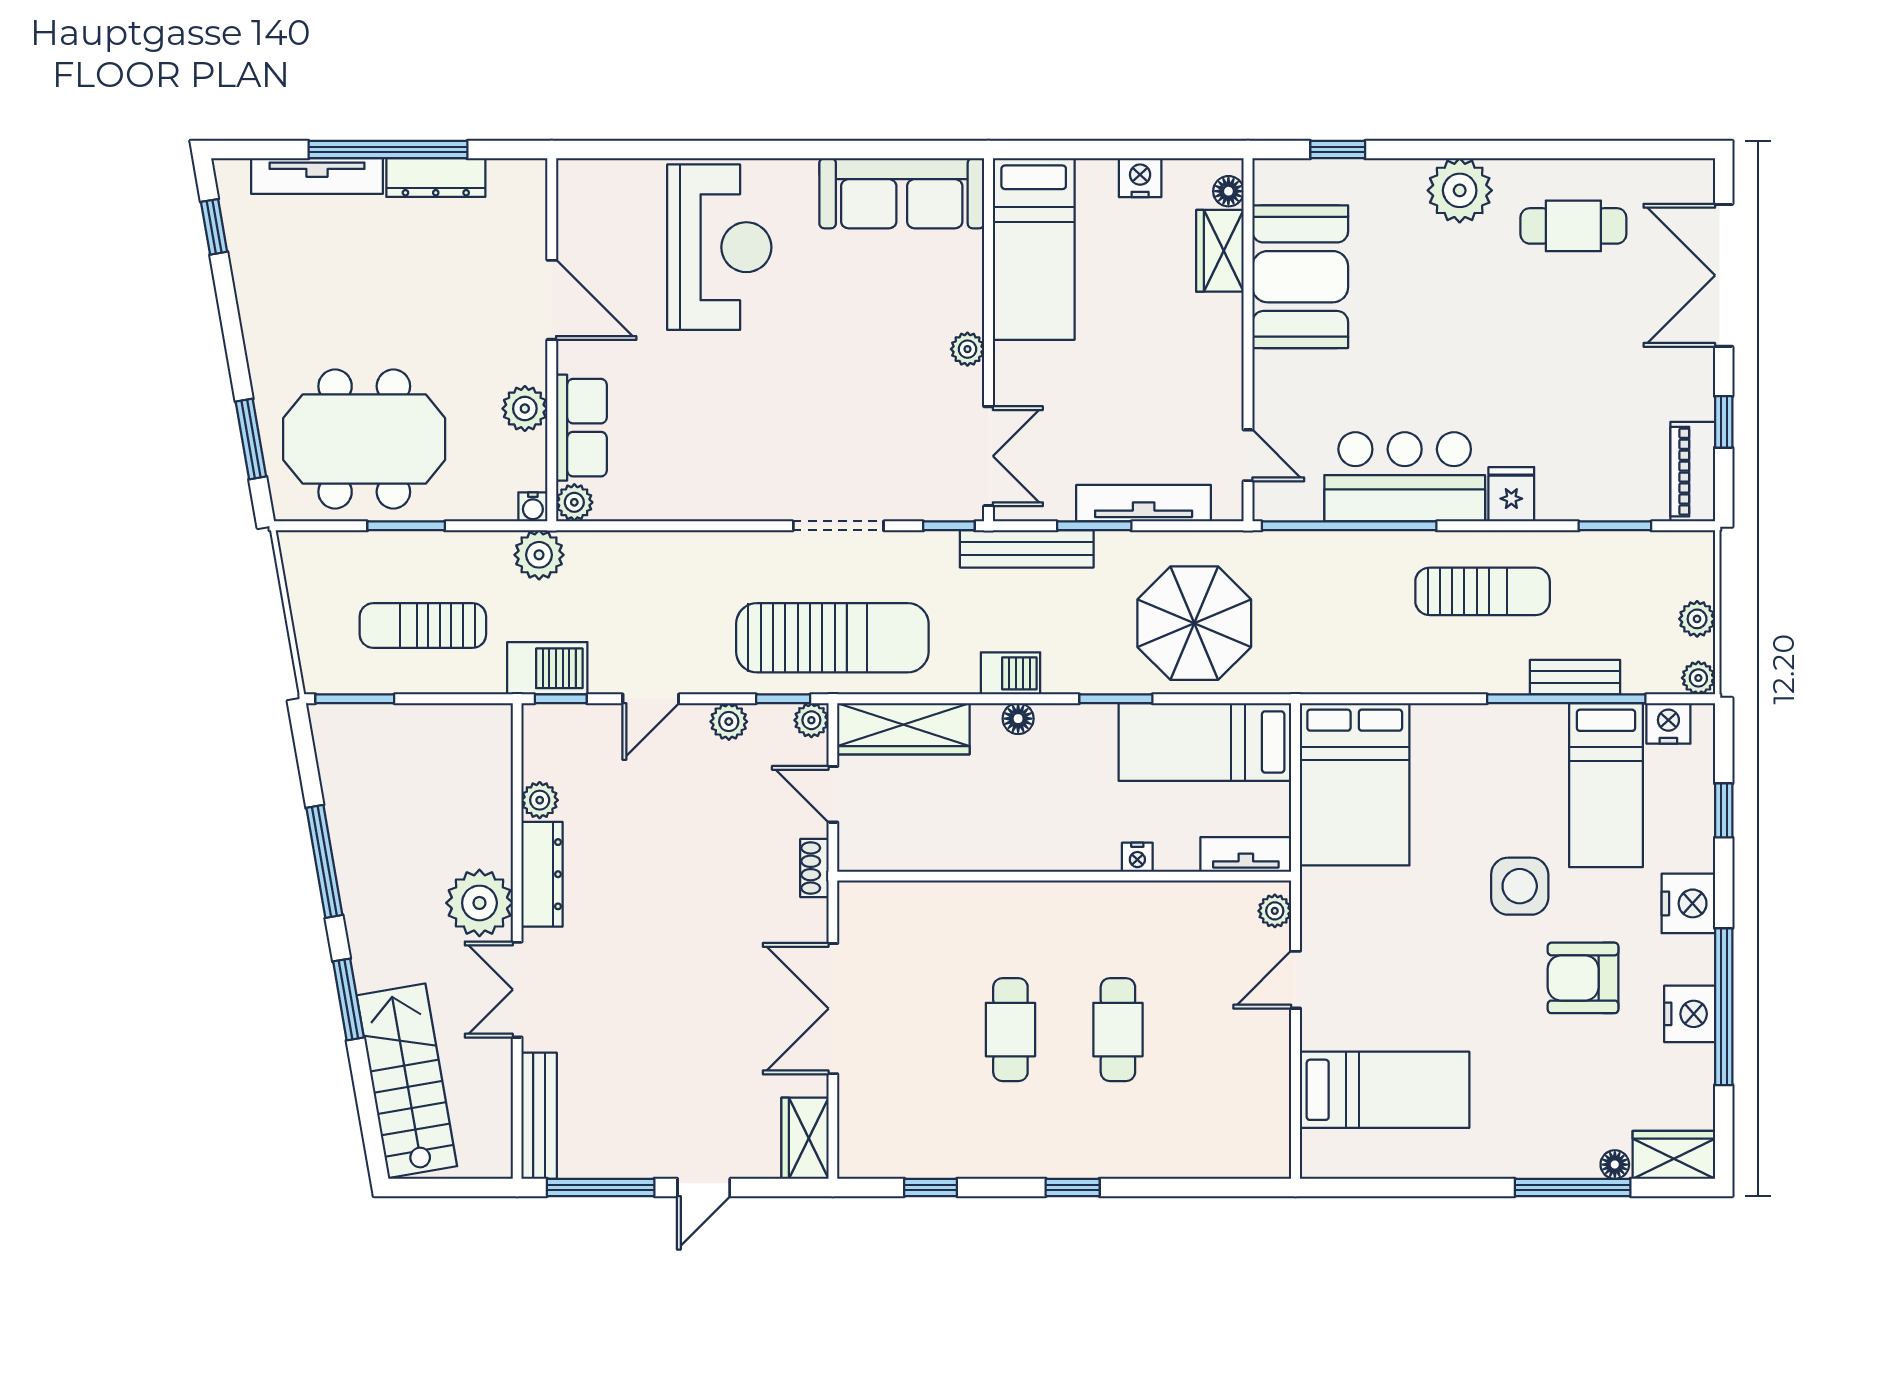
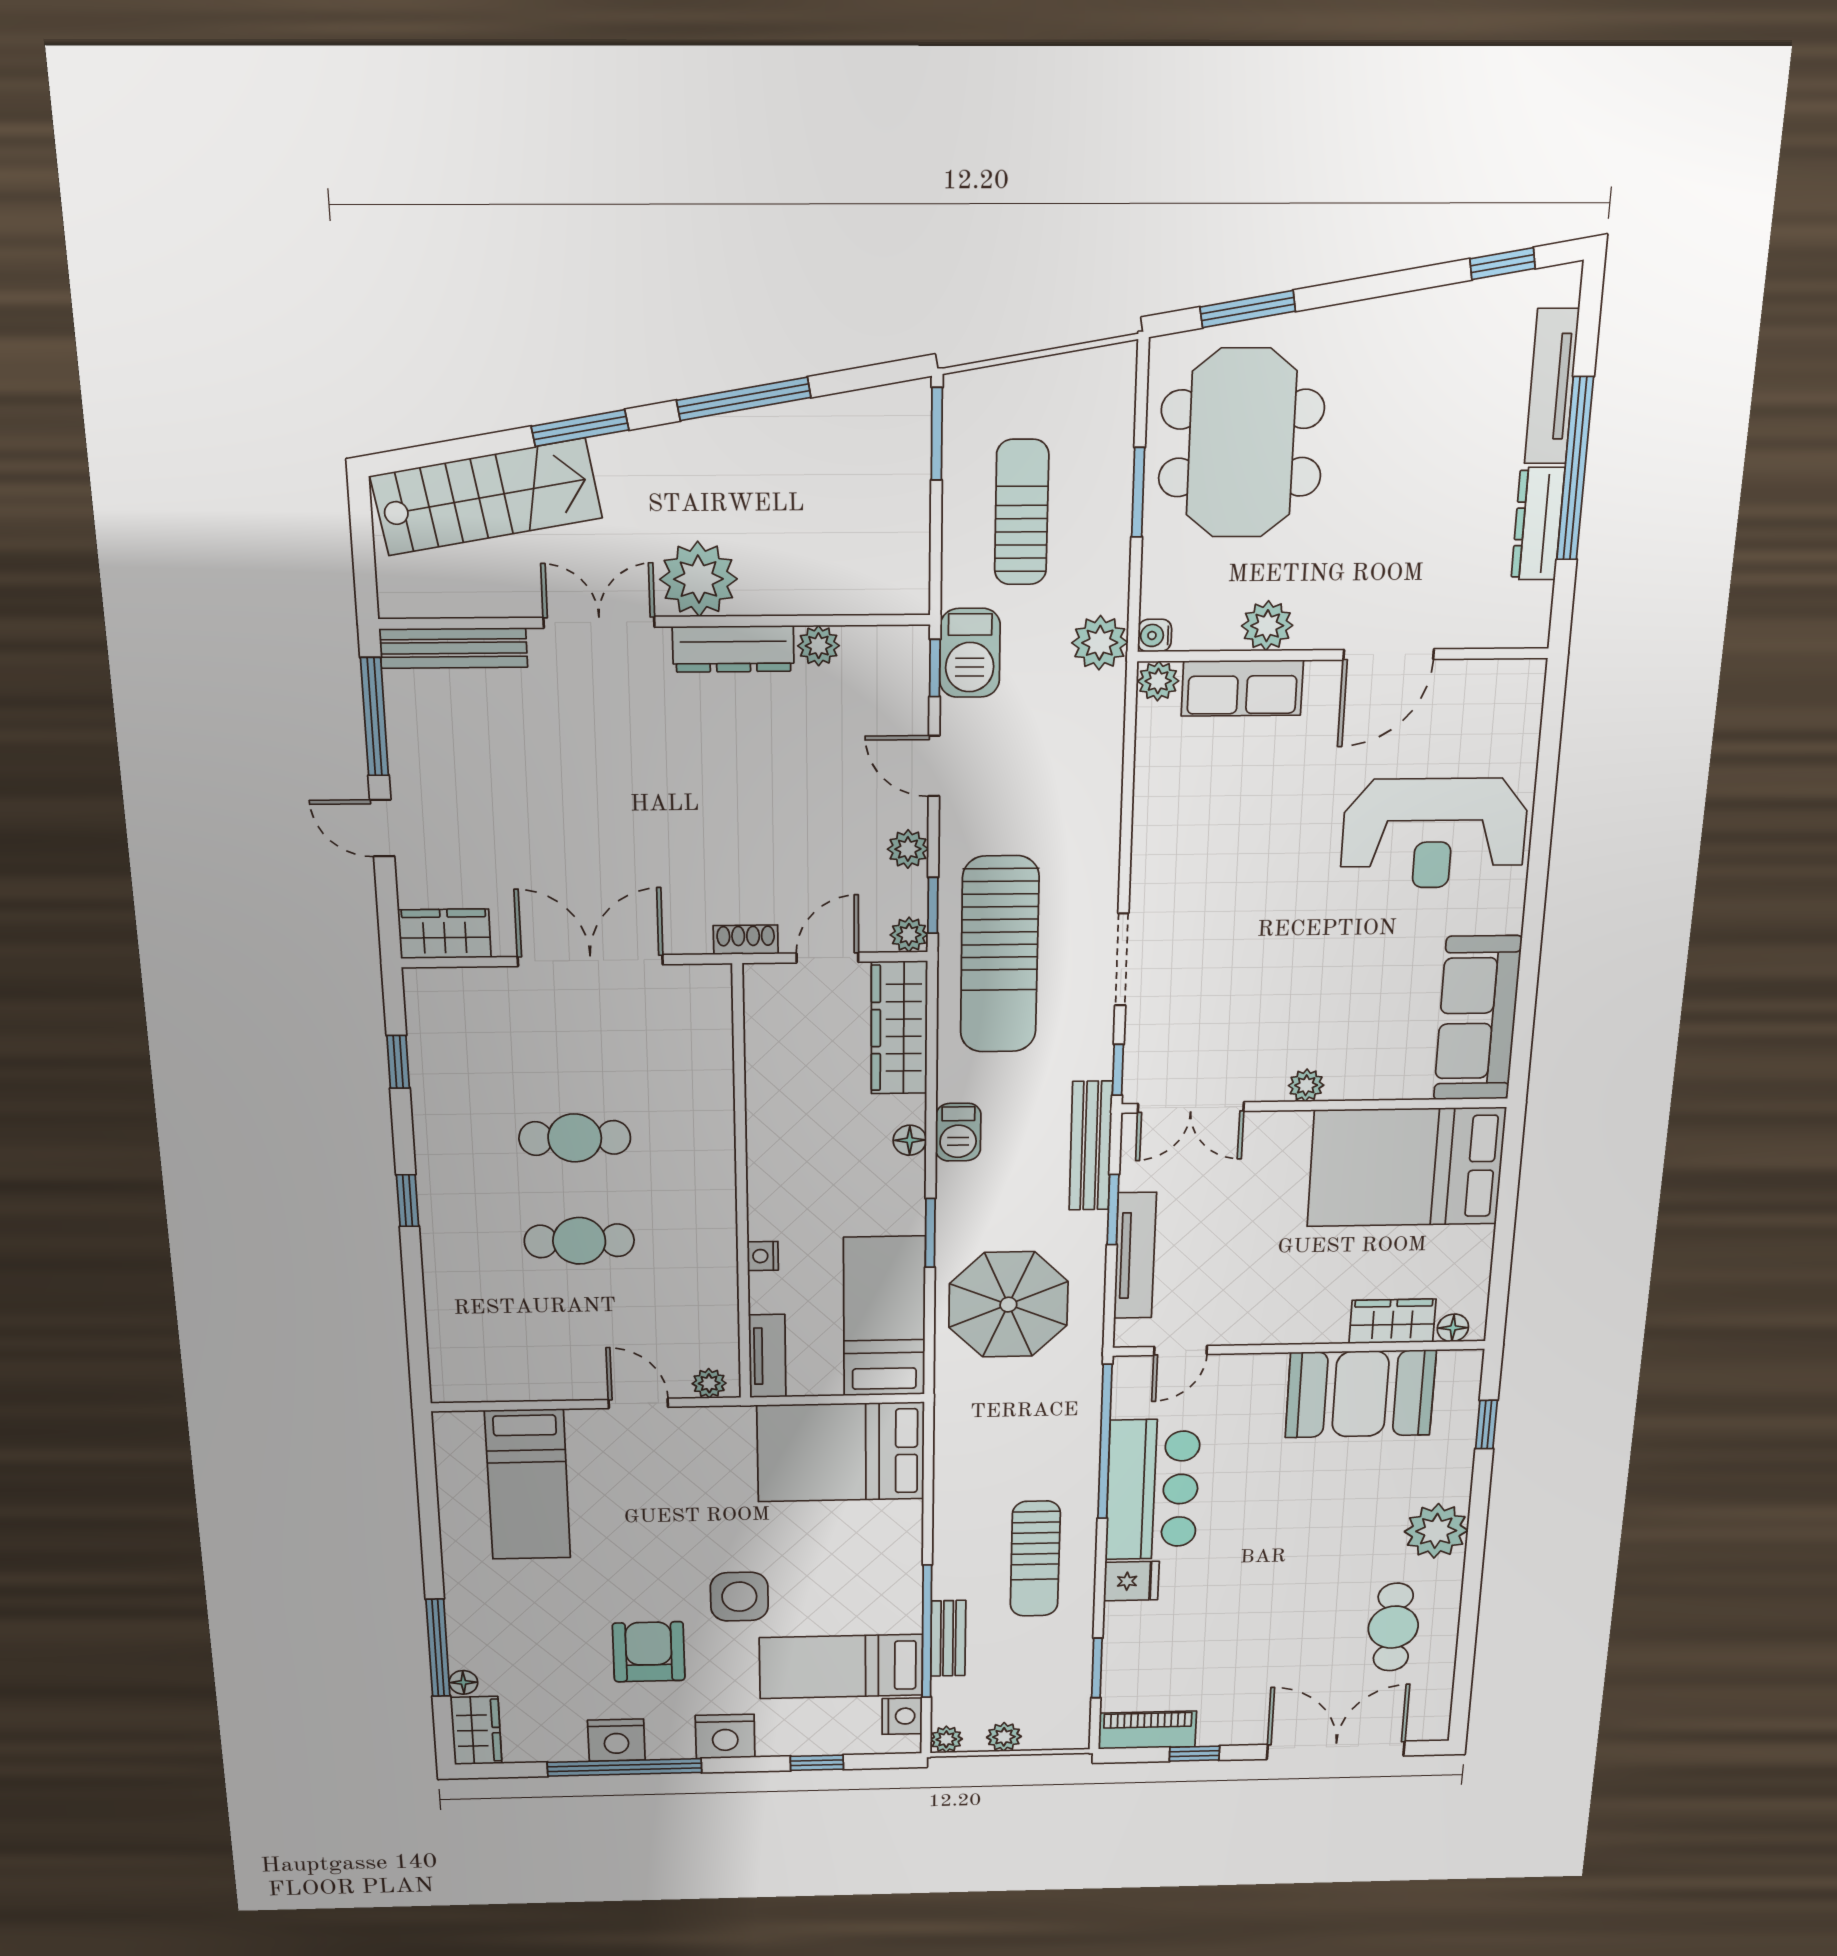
nightstand: (1140, 178) -> (1474, 1247), removed
bed: (1034, 249) -> (1406, 1167), width x1.50

